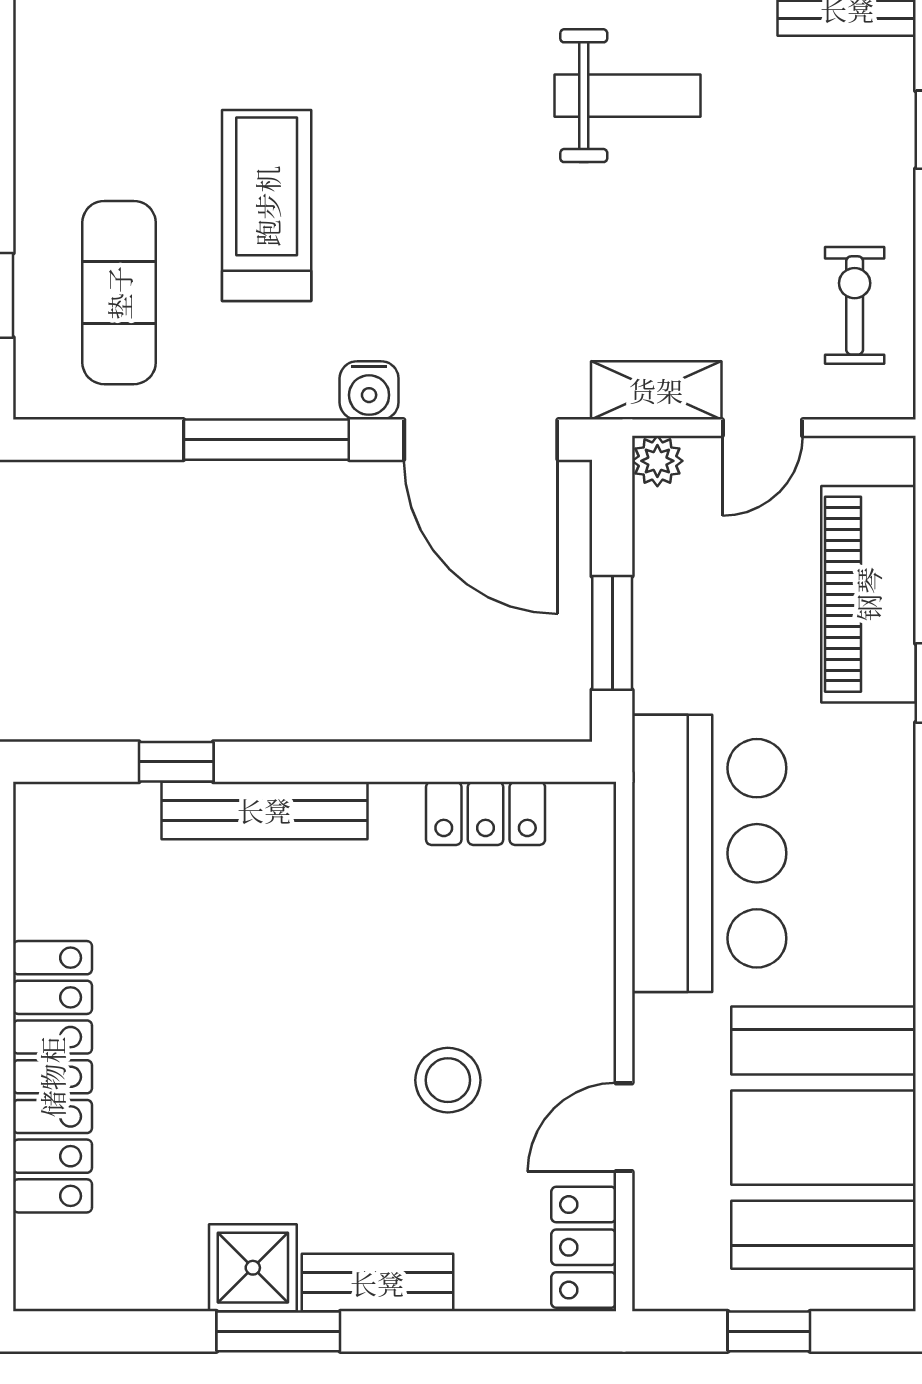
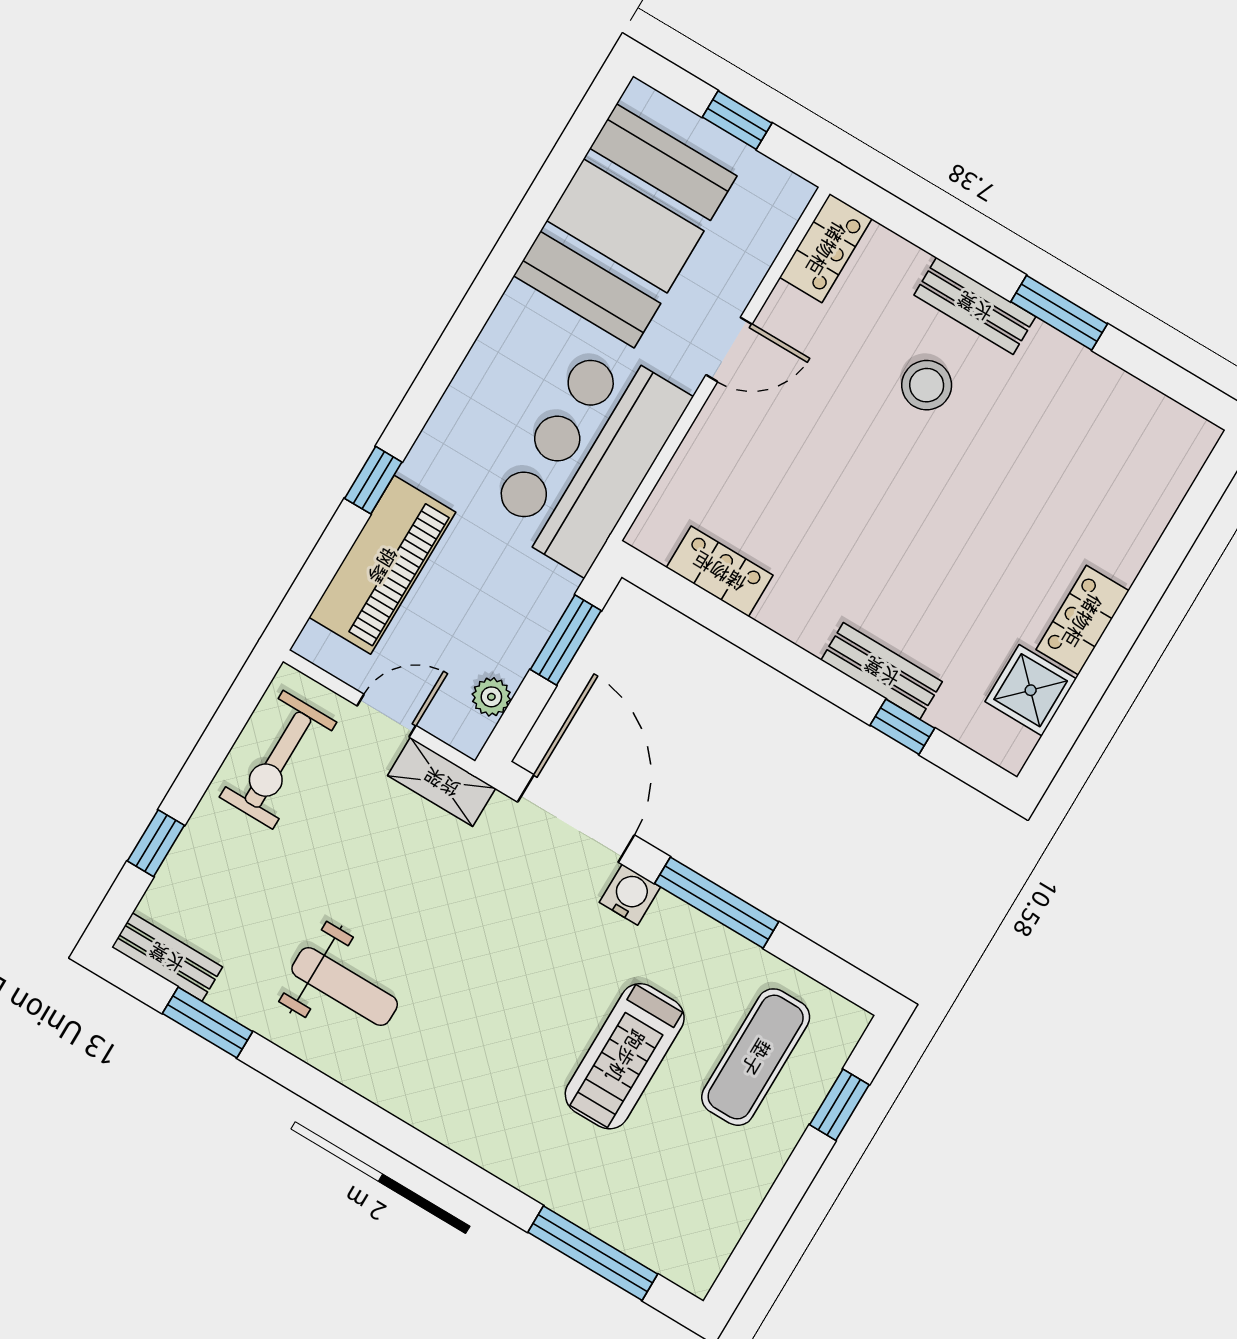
weight bench: (627, 96) -> (345, 987), turned 180
exercise bike: (855, 305) -> (278, 760), width x1.38, depth x1.39
plant: (657, 461) -> (491, 697), moved
bench: (264, 810) -> (882, 671), width x0.73
locker: (52, 1077) -> (1082, 620), width x0.46, depth x0.83
stool: (448, 1080) -> (927, 385), moved
door: (624, 1127) -> (729, 350), moved
shower: (253, 1268) -> (1031, 690), moved

